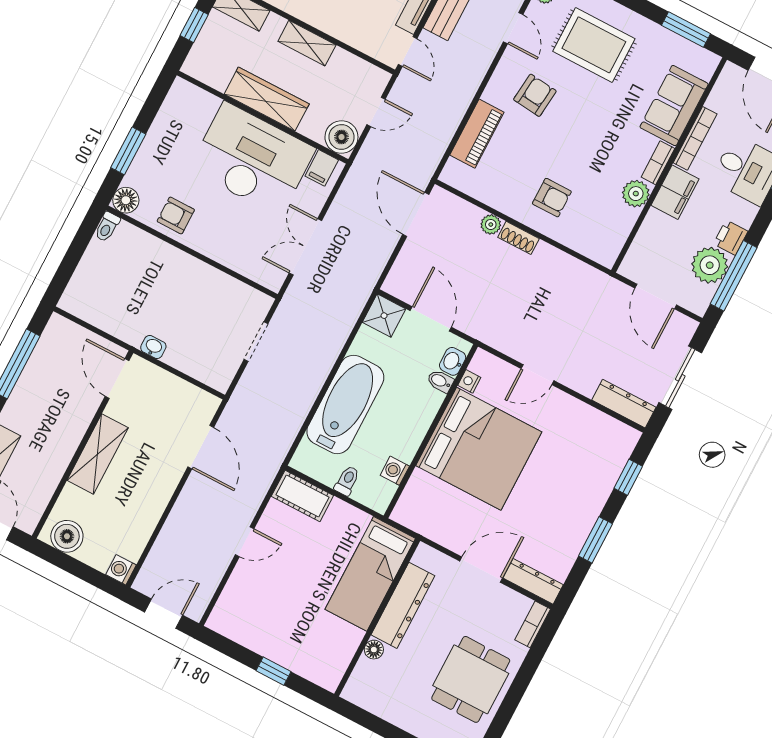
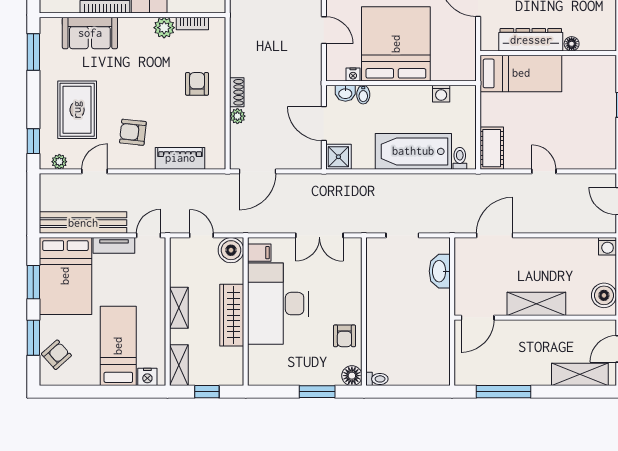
bookcase: (658, 163) -> (192, 23), moved
door: (431, 319) -> (324, 124), hinge flipped
washbasin: (153, 347) -> (440, 271), moved, width x1.91, depth x1.45
toilet: (347, 481) -> (460, 158), moved, turned 90

